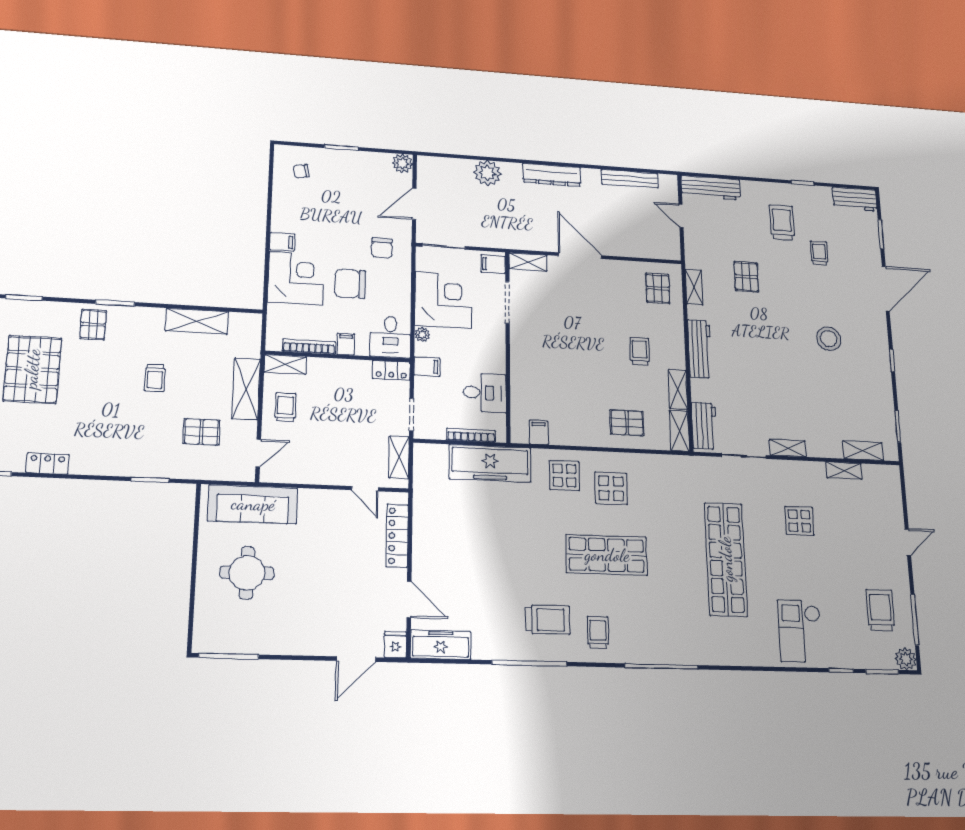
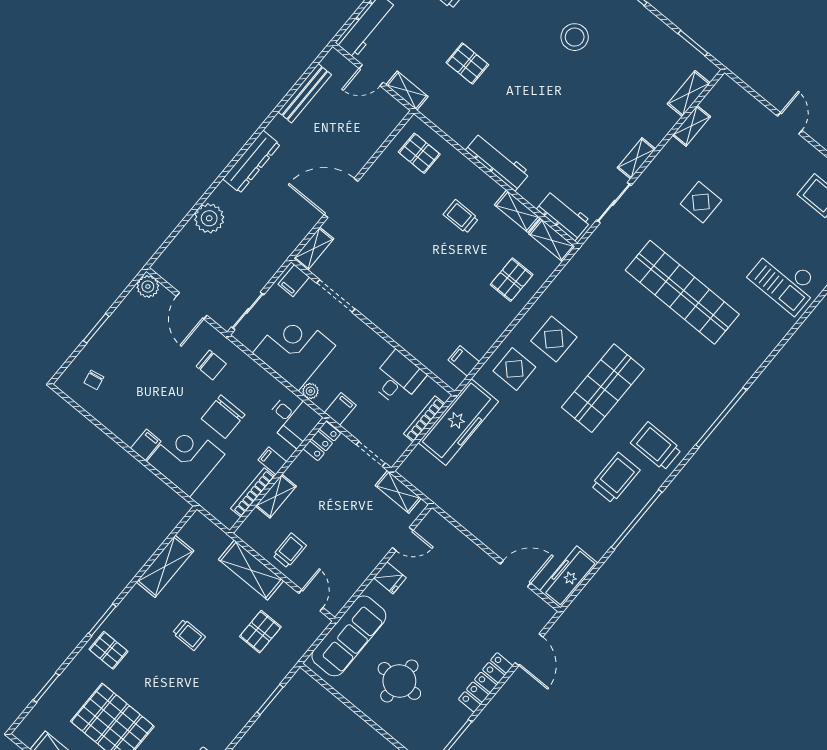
shelving: (694, 287) -> (407, 91), moved
shelving: (285, 364) -> (276, 496), moved
trolley: (285, 407) -> (289, 551), turned 90
locker: (397, 536) -> (486, 682), moved, turned 90
trolley: (598, 632) -> (656, 446), width x1.36, depth x1.39
fridge: (395, 645) -> (390, 578), moved, turned 180

